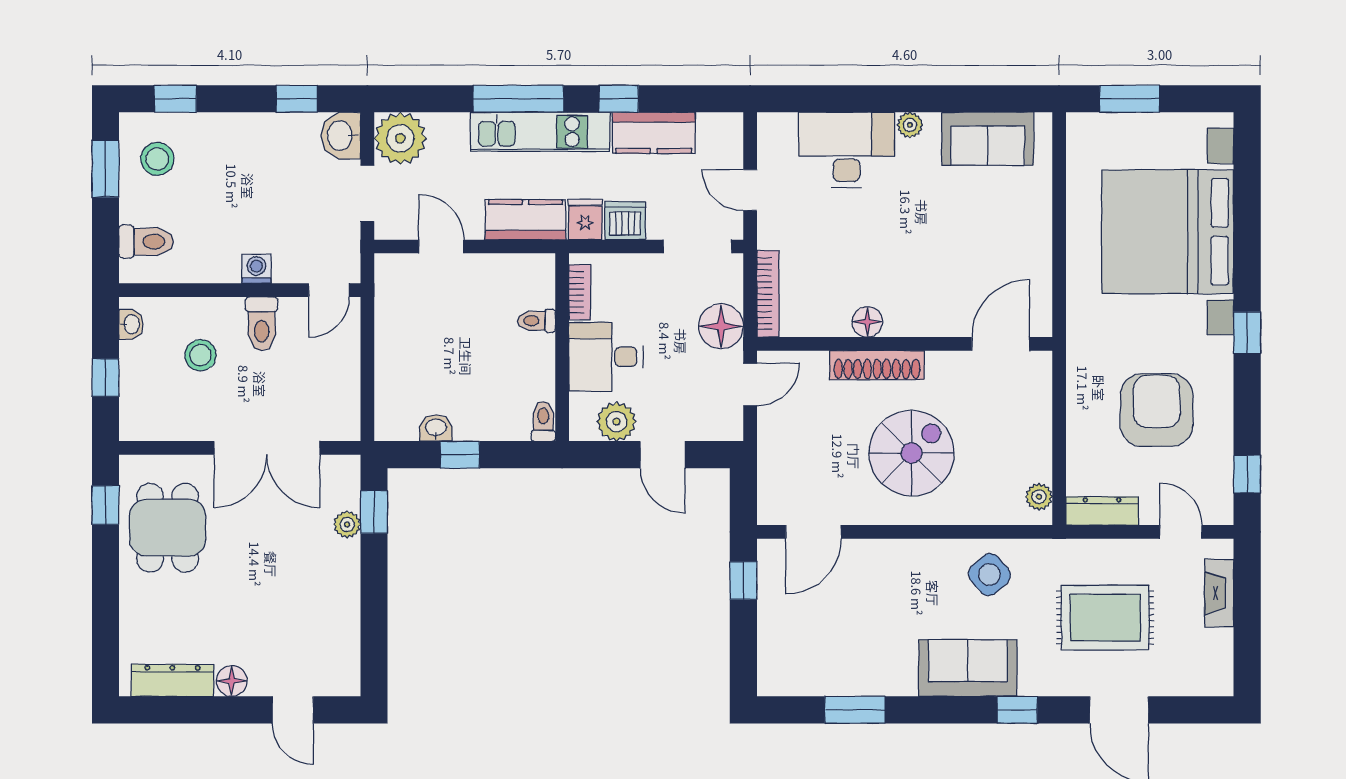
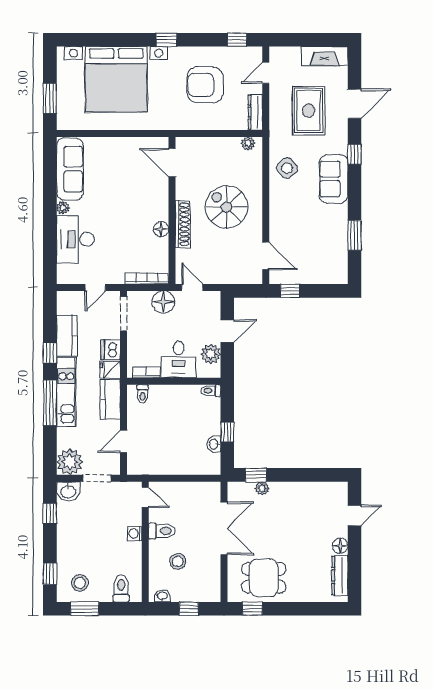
sofa: (988, 139) -> (70, 169), width x1.36
toilet: (537, 321) -> (143, 394), moved
fireplace: (1219, 593) -> (325, 56), moved, width x1.37, depth x1.32

